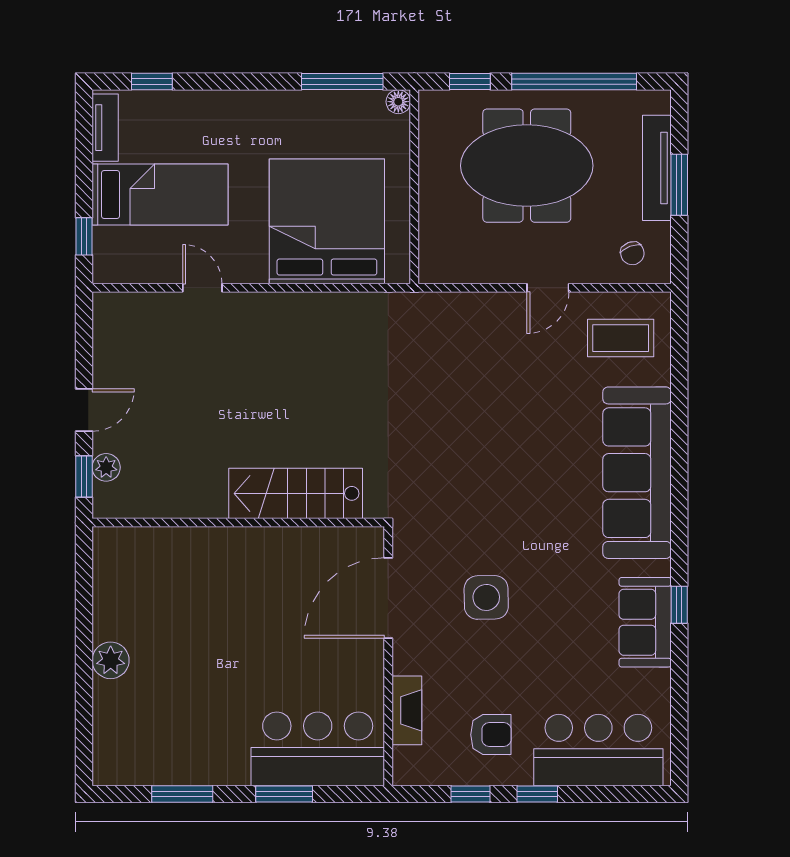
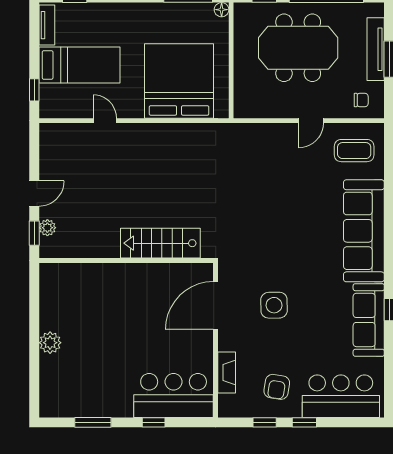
chair: (632, 253) -> (361, 100), turned -69
sofa: (645, 622) -> (369, 320), width x1.36
armchair: (491, 735) -> (277, 387), turned 99
window: (284, 794) -> (154, 422), width x0.67

